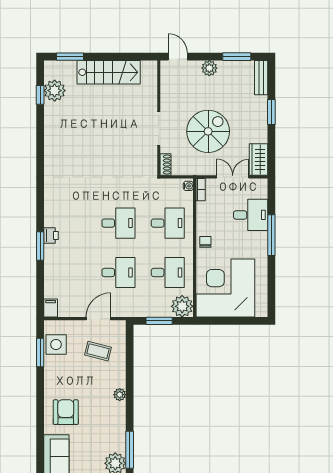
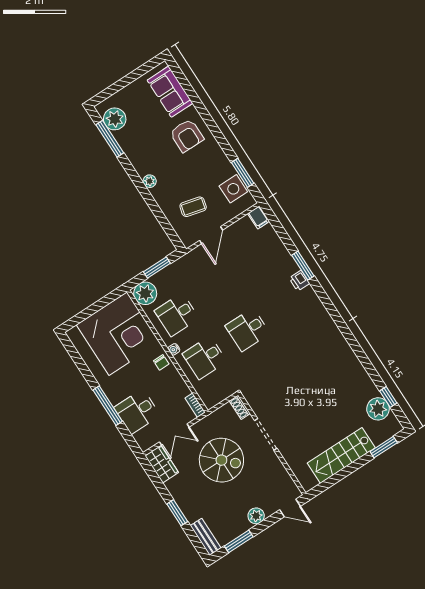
spiral stairs: (208, 131) -> (221, 460), turned -90
water cooler: (188, 186) -> (174, 349), moved
desk: (118, 272) -> (220, 287), removed

